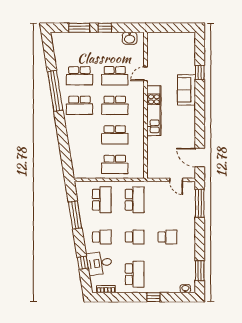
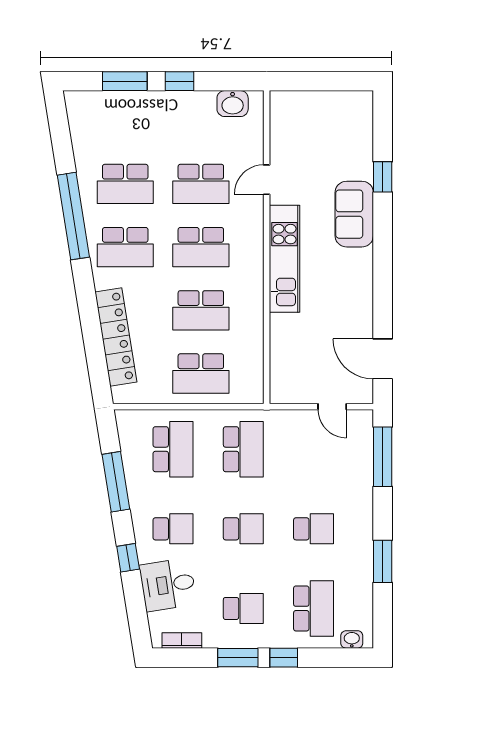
locker: (75, 147) -> (116, 337), added
window: (83, 263) -> (128, 558), moved
window: (200, 271) -> (383, 561), moved
school desk: (135, 274) -> (243, 608), width x0.54
school desk: (167, 274) -> (314, 608), added
window: (132, 297) -> (238, 658), added

